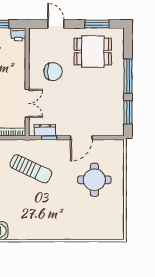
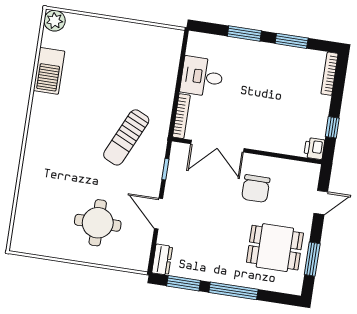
dining table: (93, 52) -> (275, 248), turned 90
double door: (27, 103) -> (217, 146), width x1.37
dresser: (45, 130) -> (162, 260), moved

